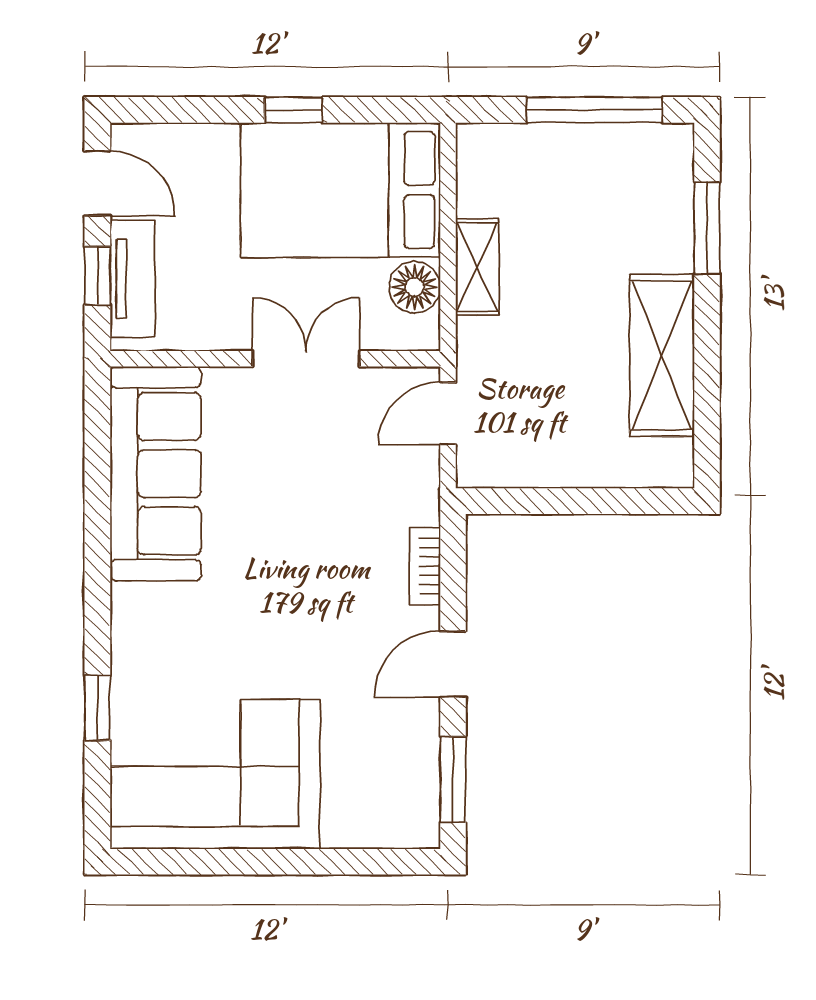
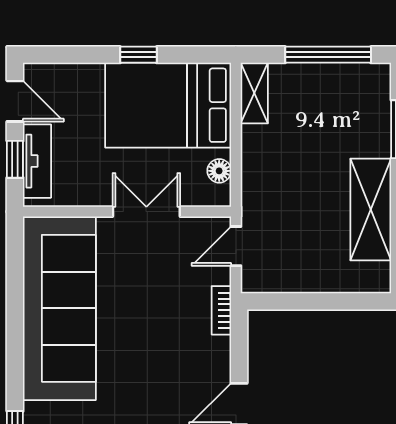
shelving: (477, 267) -> (254, 93), moved
floor lamp: (415, 287) -> (219, 171), width x0.73, depth x0.73
sofa: (156, 474) -> (59, 308), width x1.36, depth x1.27
bookcase: (425, 566) -> (221, 310), moved

